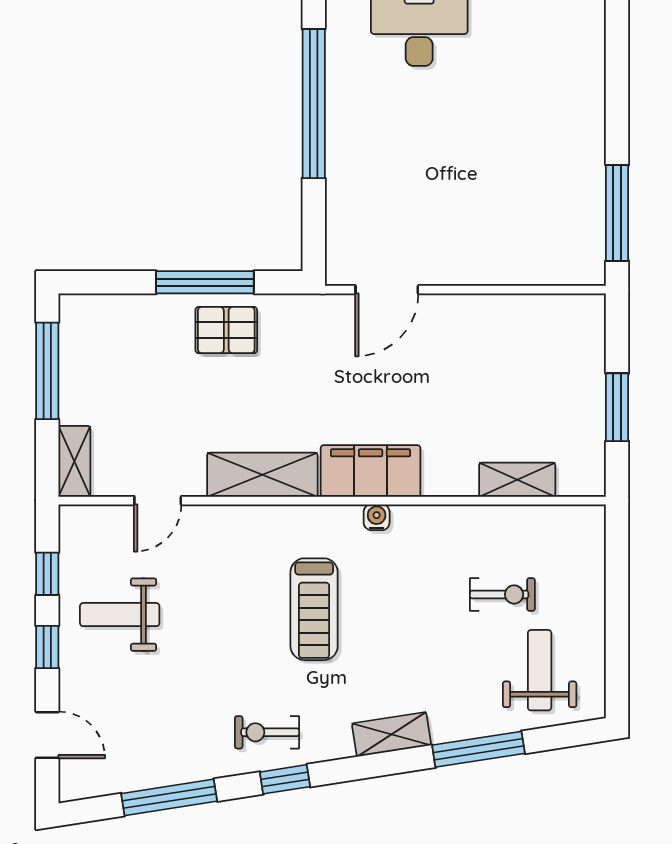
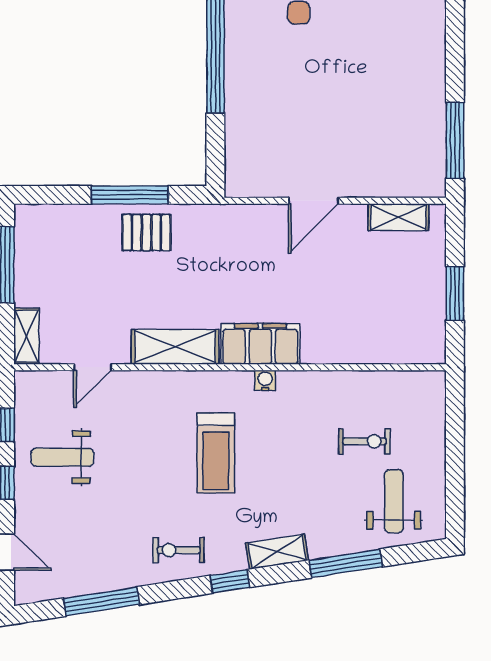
door: (387, 290) -> (313, 201), moved
shelving: (517, 480) -> (398, 217), moved
window: (285, 779) -> (230, 581), moved

